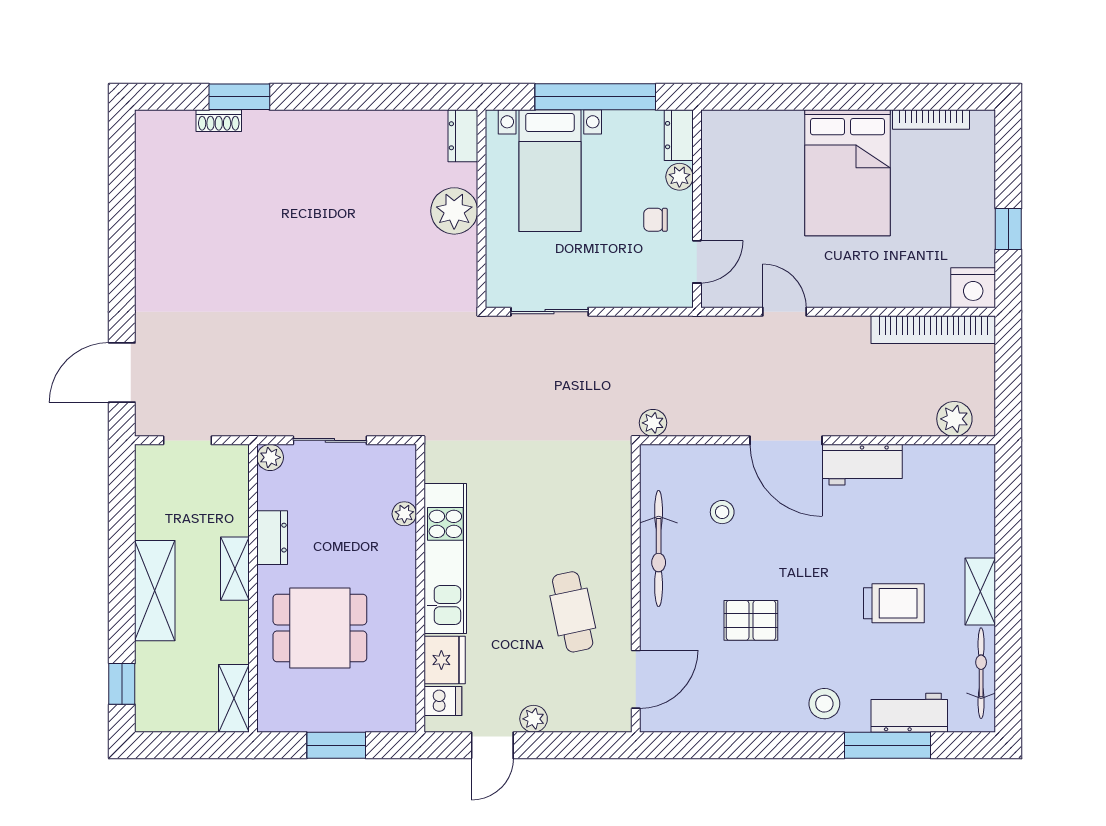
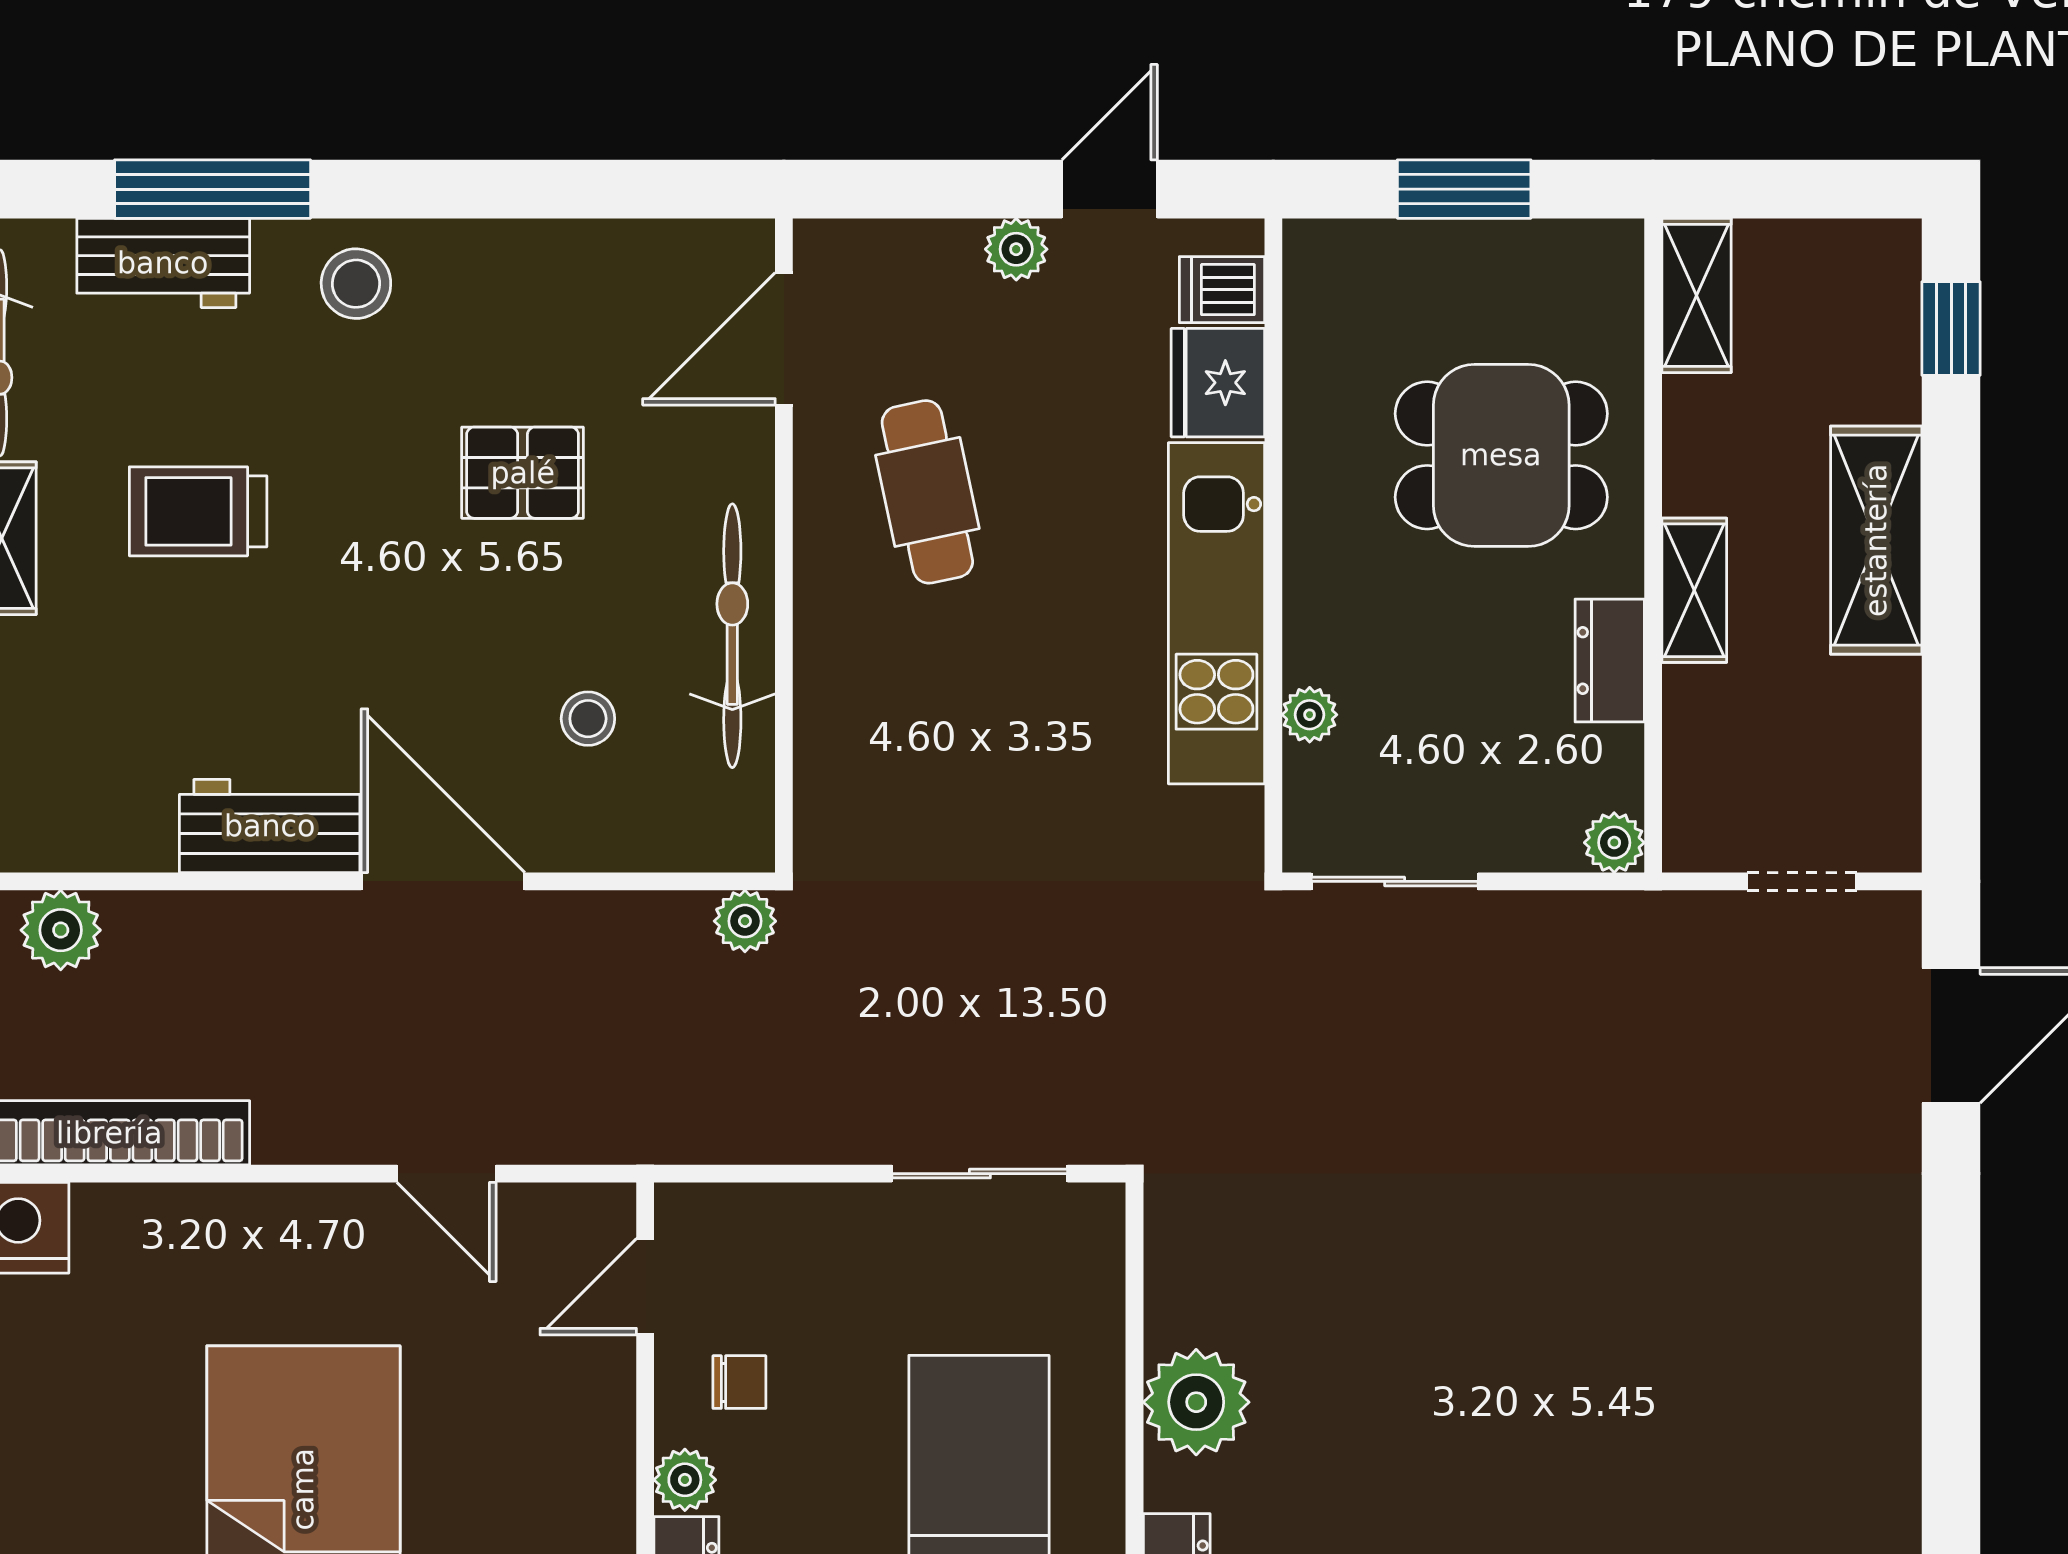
sliding door: (330, 440) -> (1395, 881), moved

